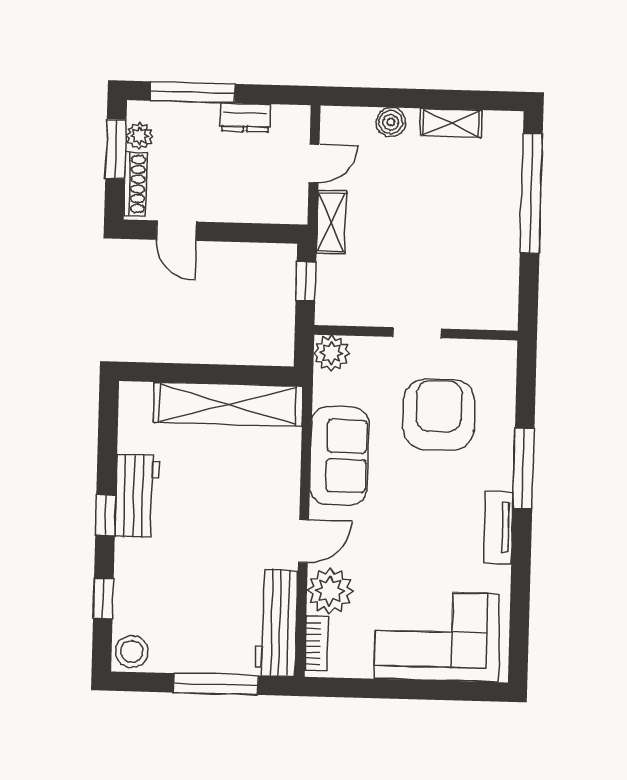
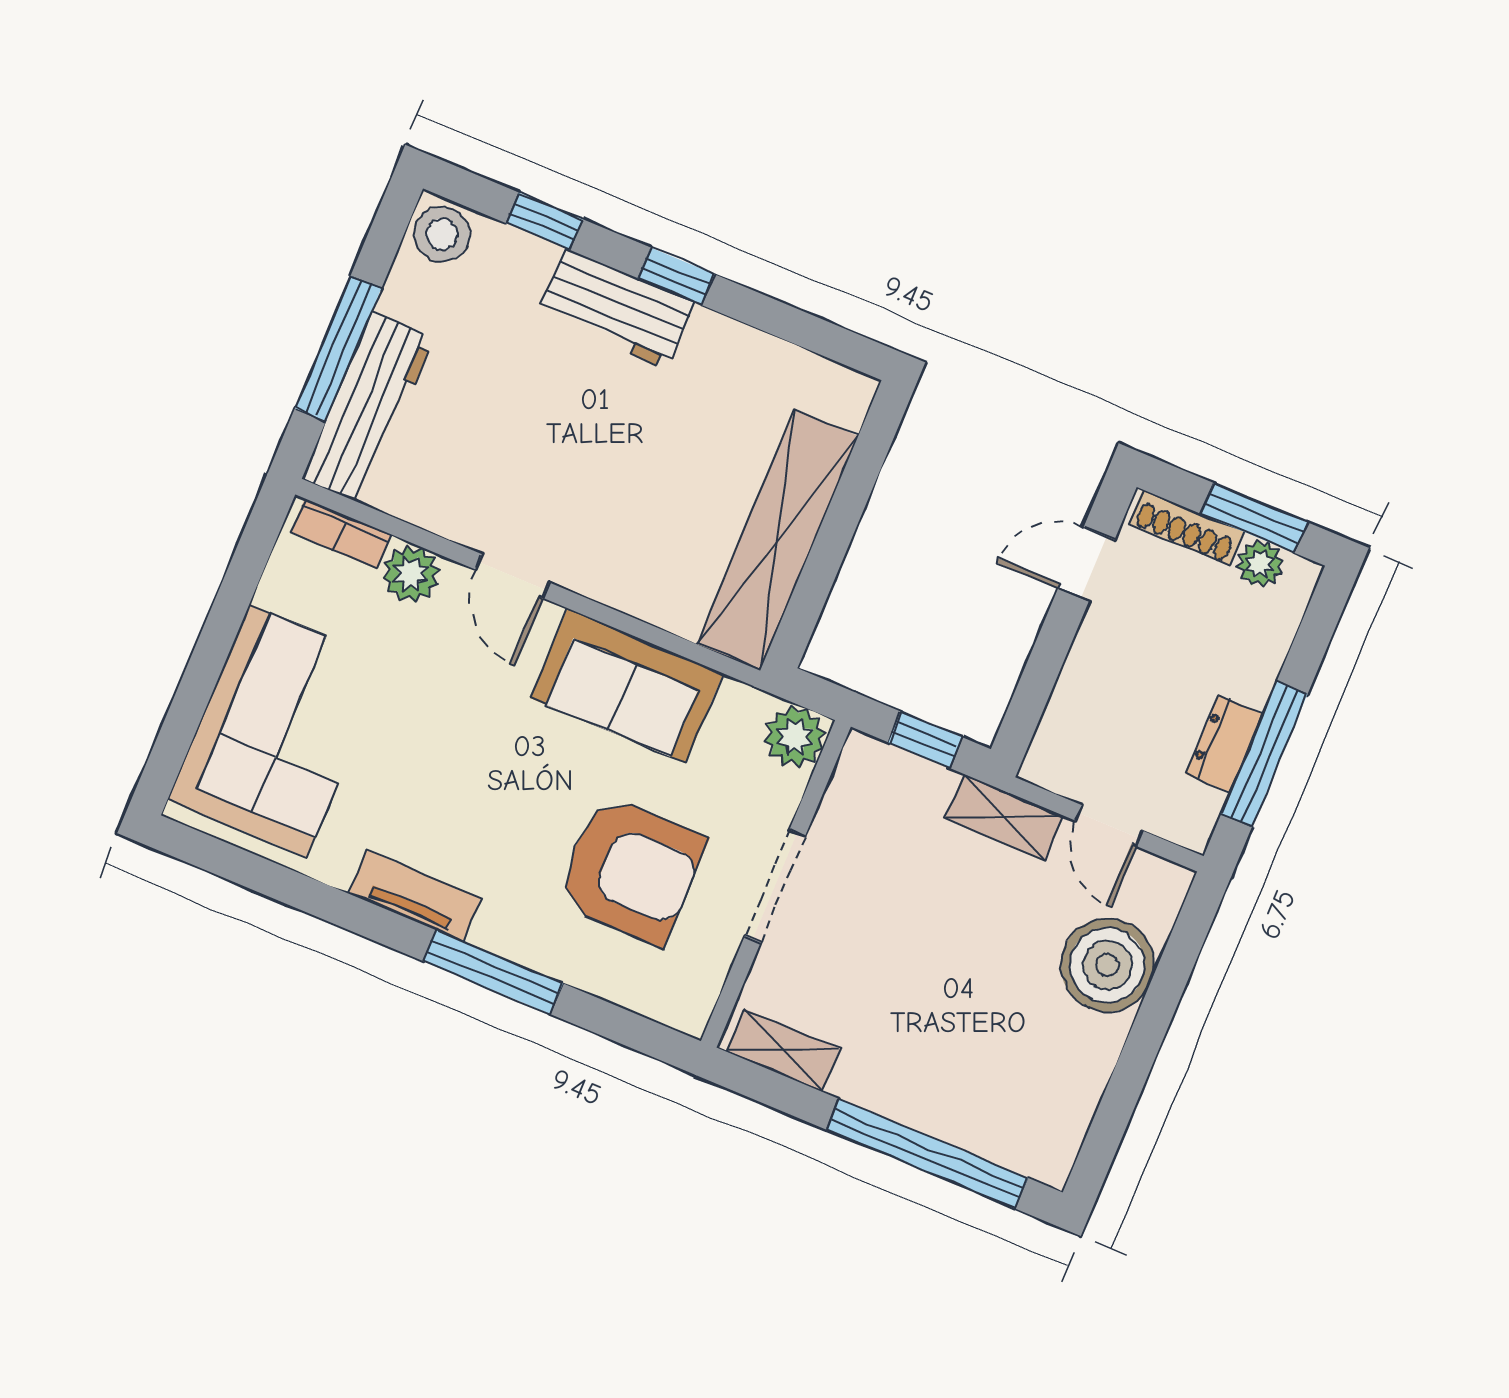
window: (193, 92) -> (1264, 754), moved
boiler: (391, 122) -> (1107, 965), width x1.86, depth x1.86
shelving: (451, 123) -> (783, 1050), moved, turned 90
doorway: (417, 333) -> (775, 886), width x1.38
workbench: (137, 496) -> (616, 308), moved
plant: (330, 591) -> (411, 574), width x0.73, depth x0.73
workbench: (276, 623) -> (368, 408), moved, turned 90

